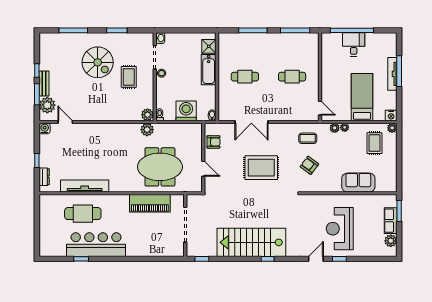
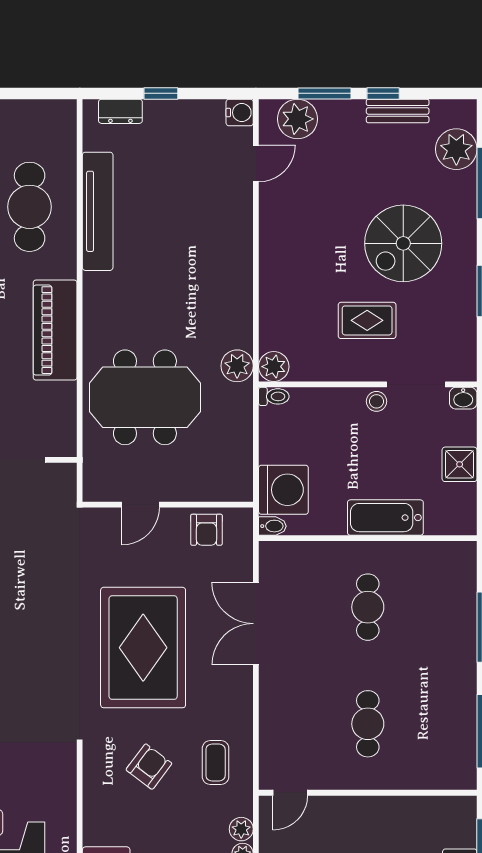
plant: (59, 41) -> (456, 149), added
shower: (209, 46) -> (460, 464), moved
bench: (44, 84) -> (398, 111), moved
washing machine: (186, 111) -> (283, 490), moved
meeting table: (160, 167) -> (145, 397), turned 90
rug: (261, 168) -> (143, 648), width x1.37, depth x1.44
piano: (150, 203) -> (55, 330), moved

